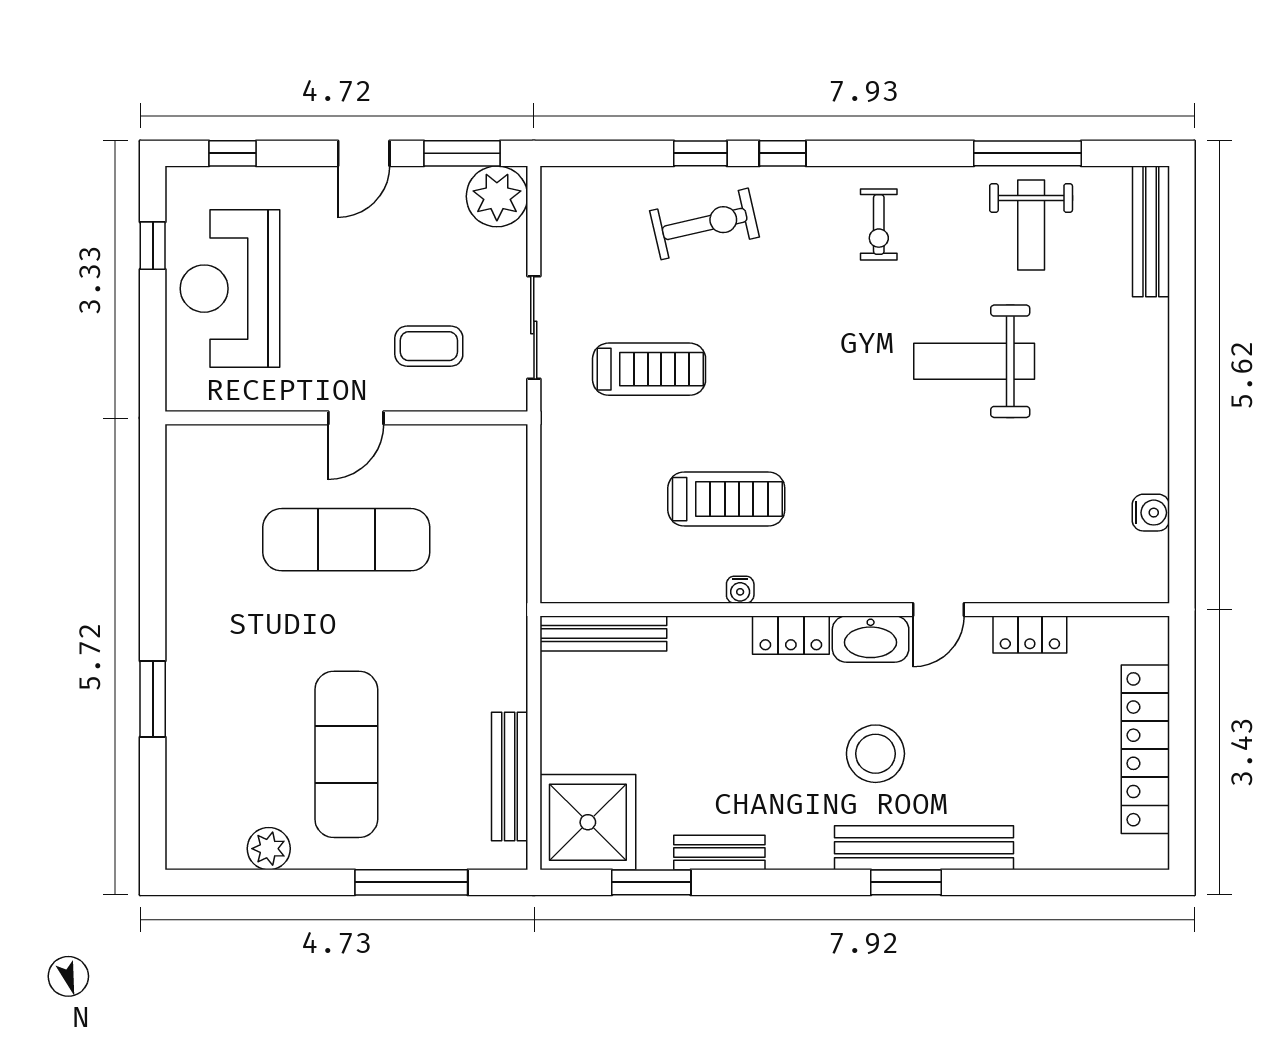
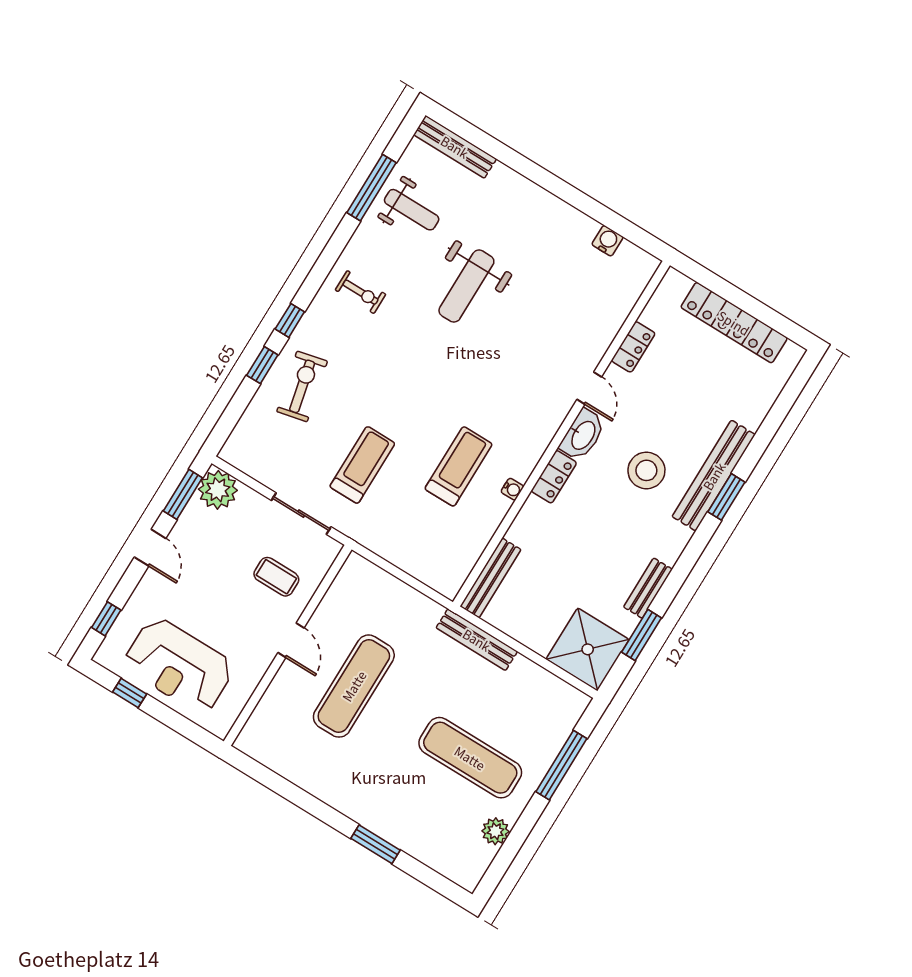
coffee table: (429, 346) -> (276, 577), turned 90
bench: (510, 777) -> (477, 640), moved

